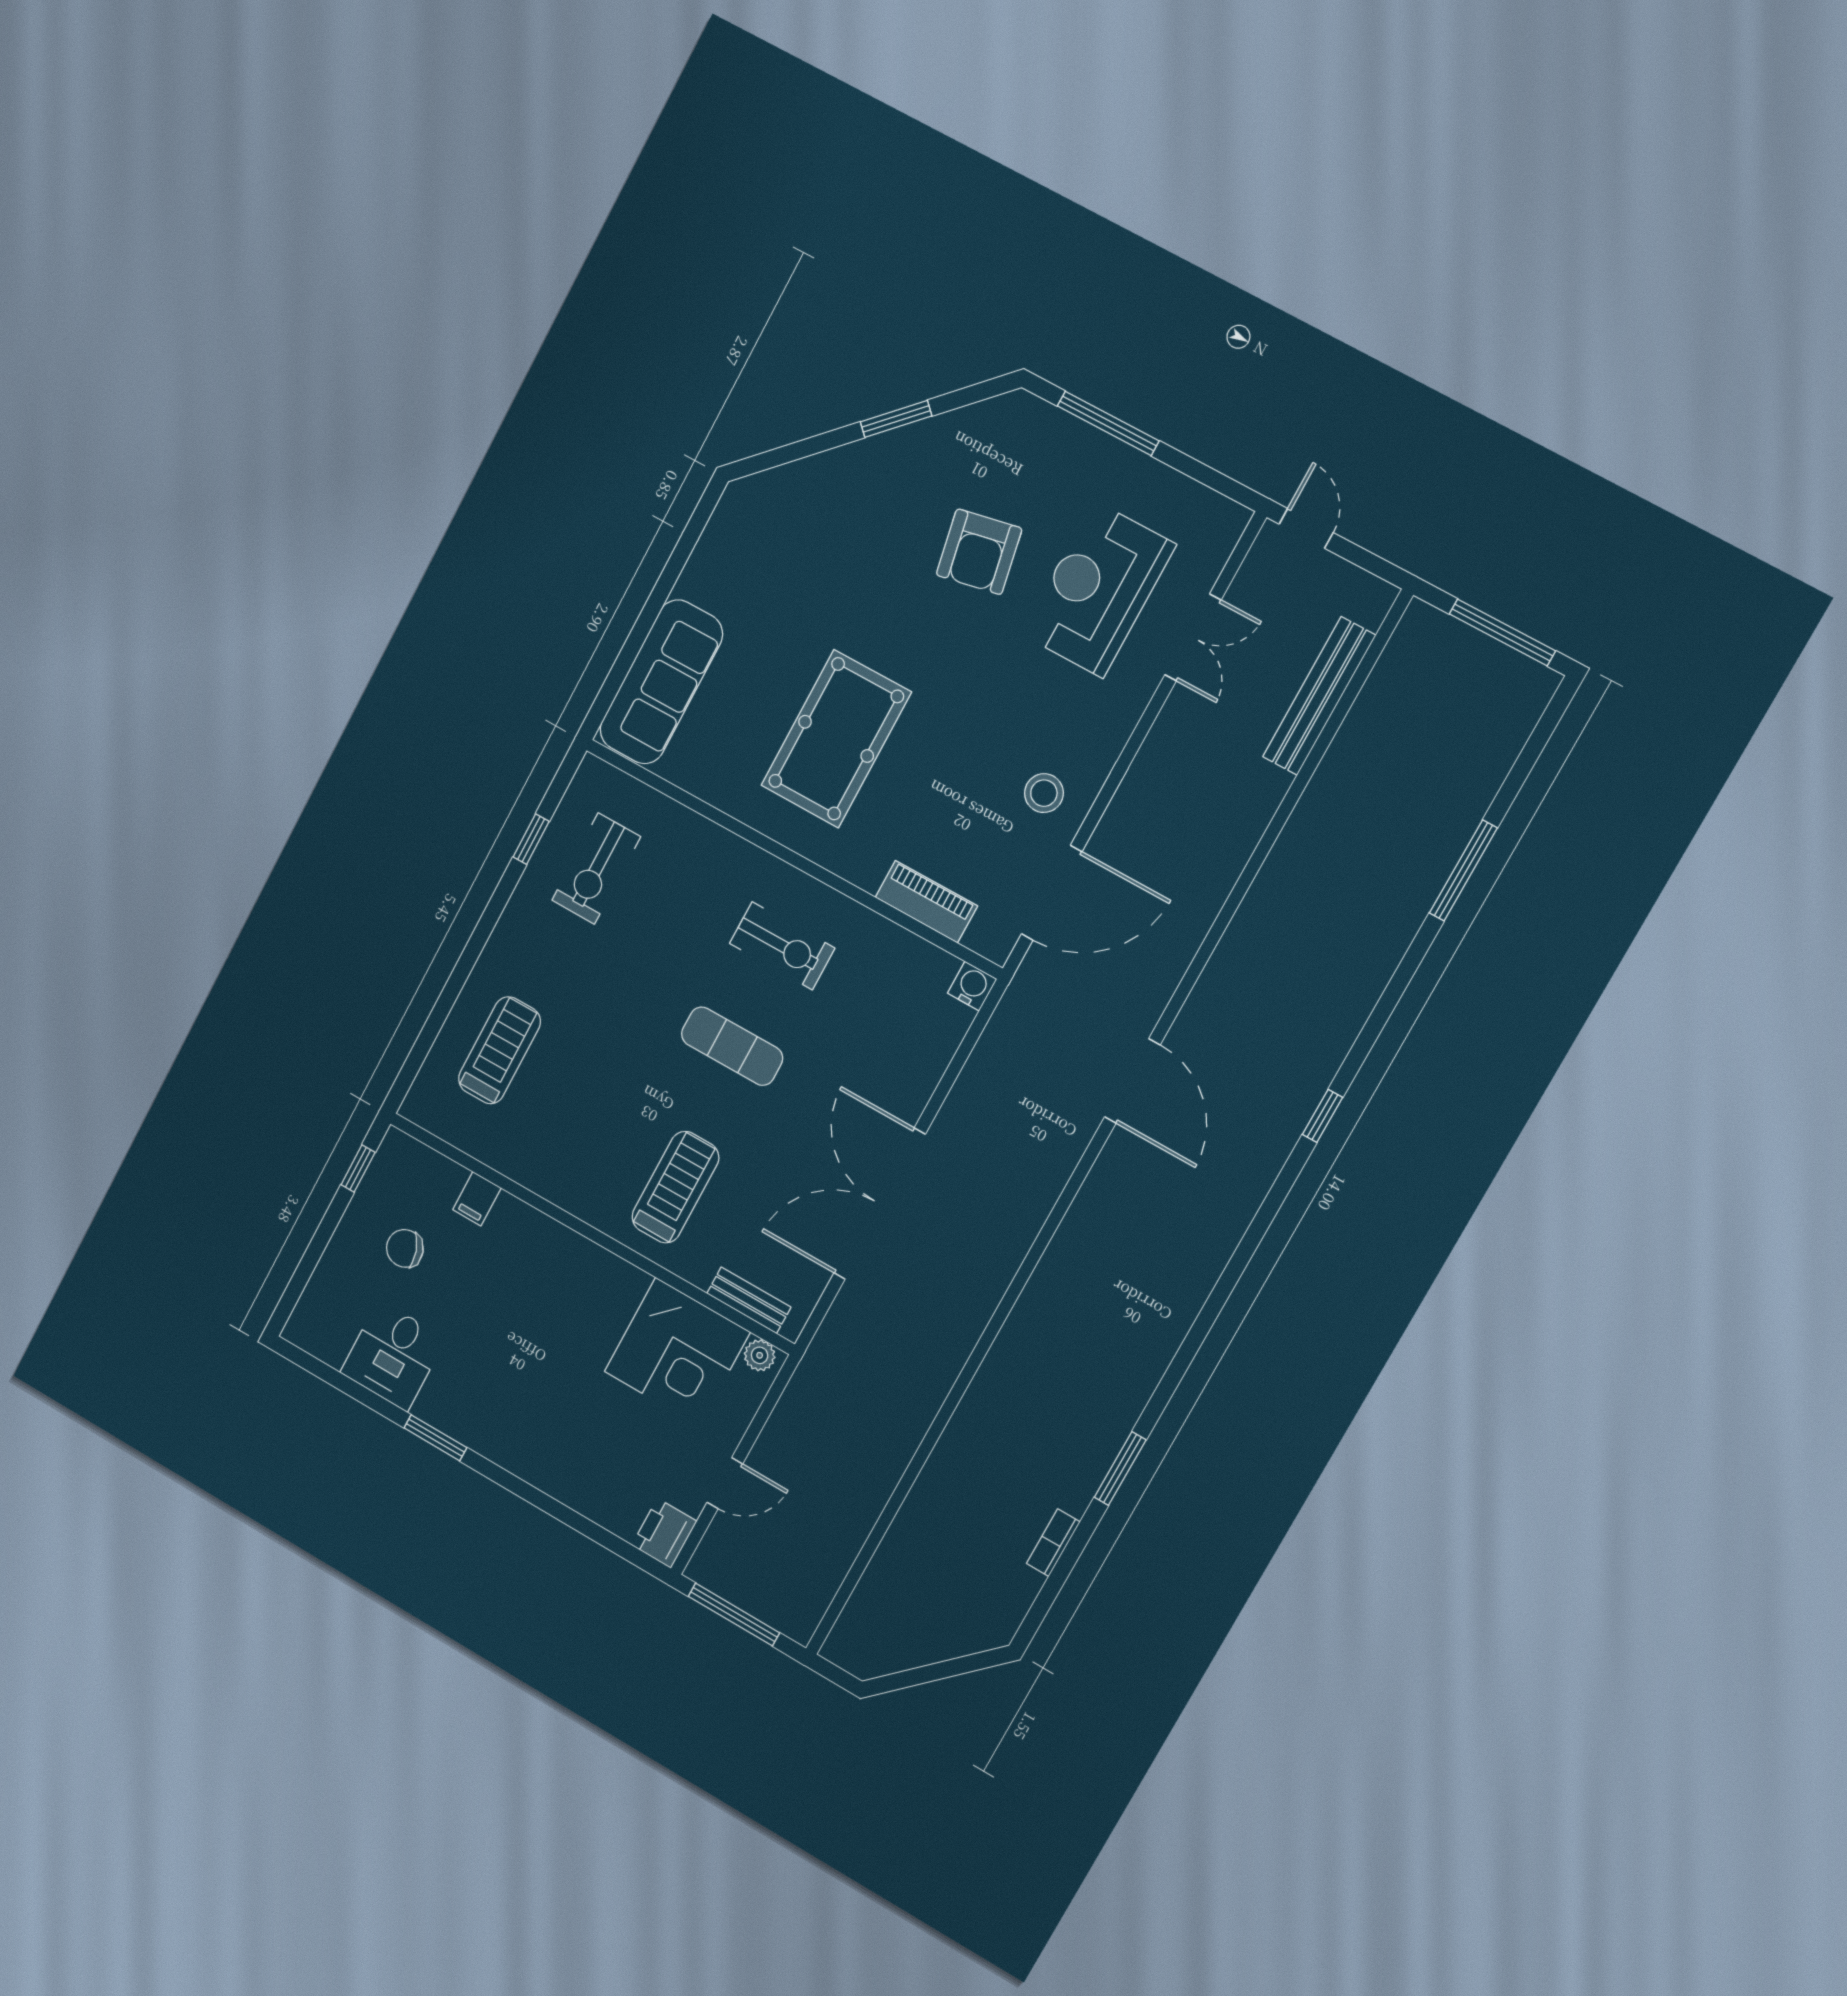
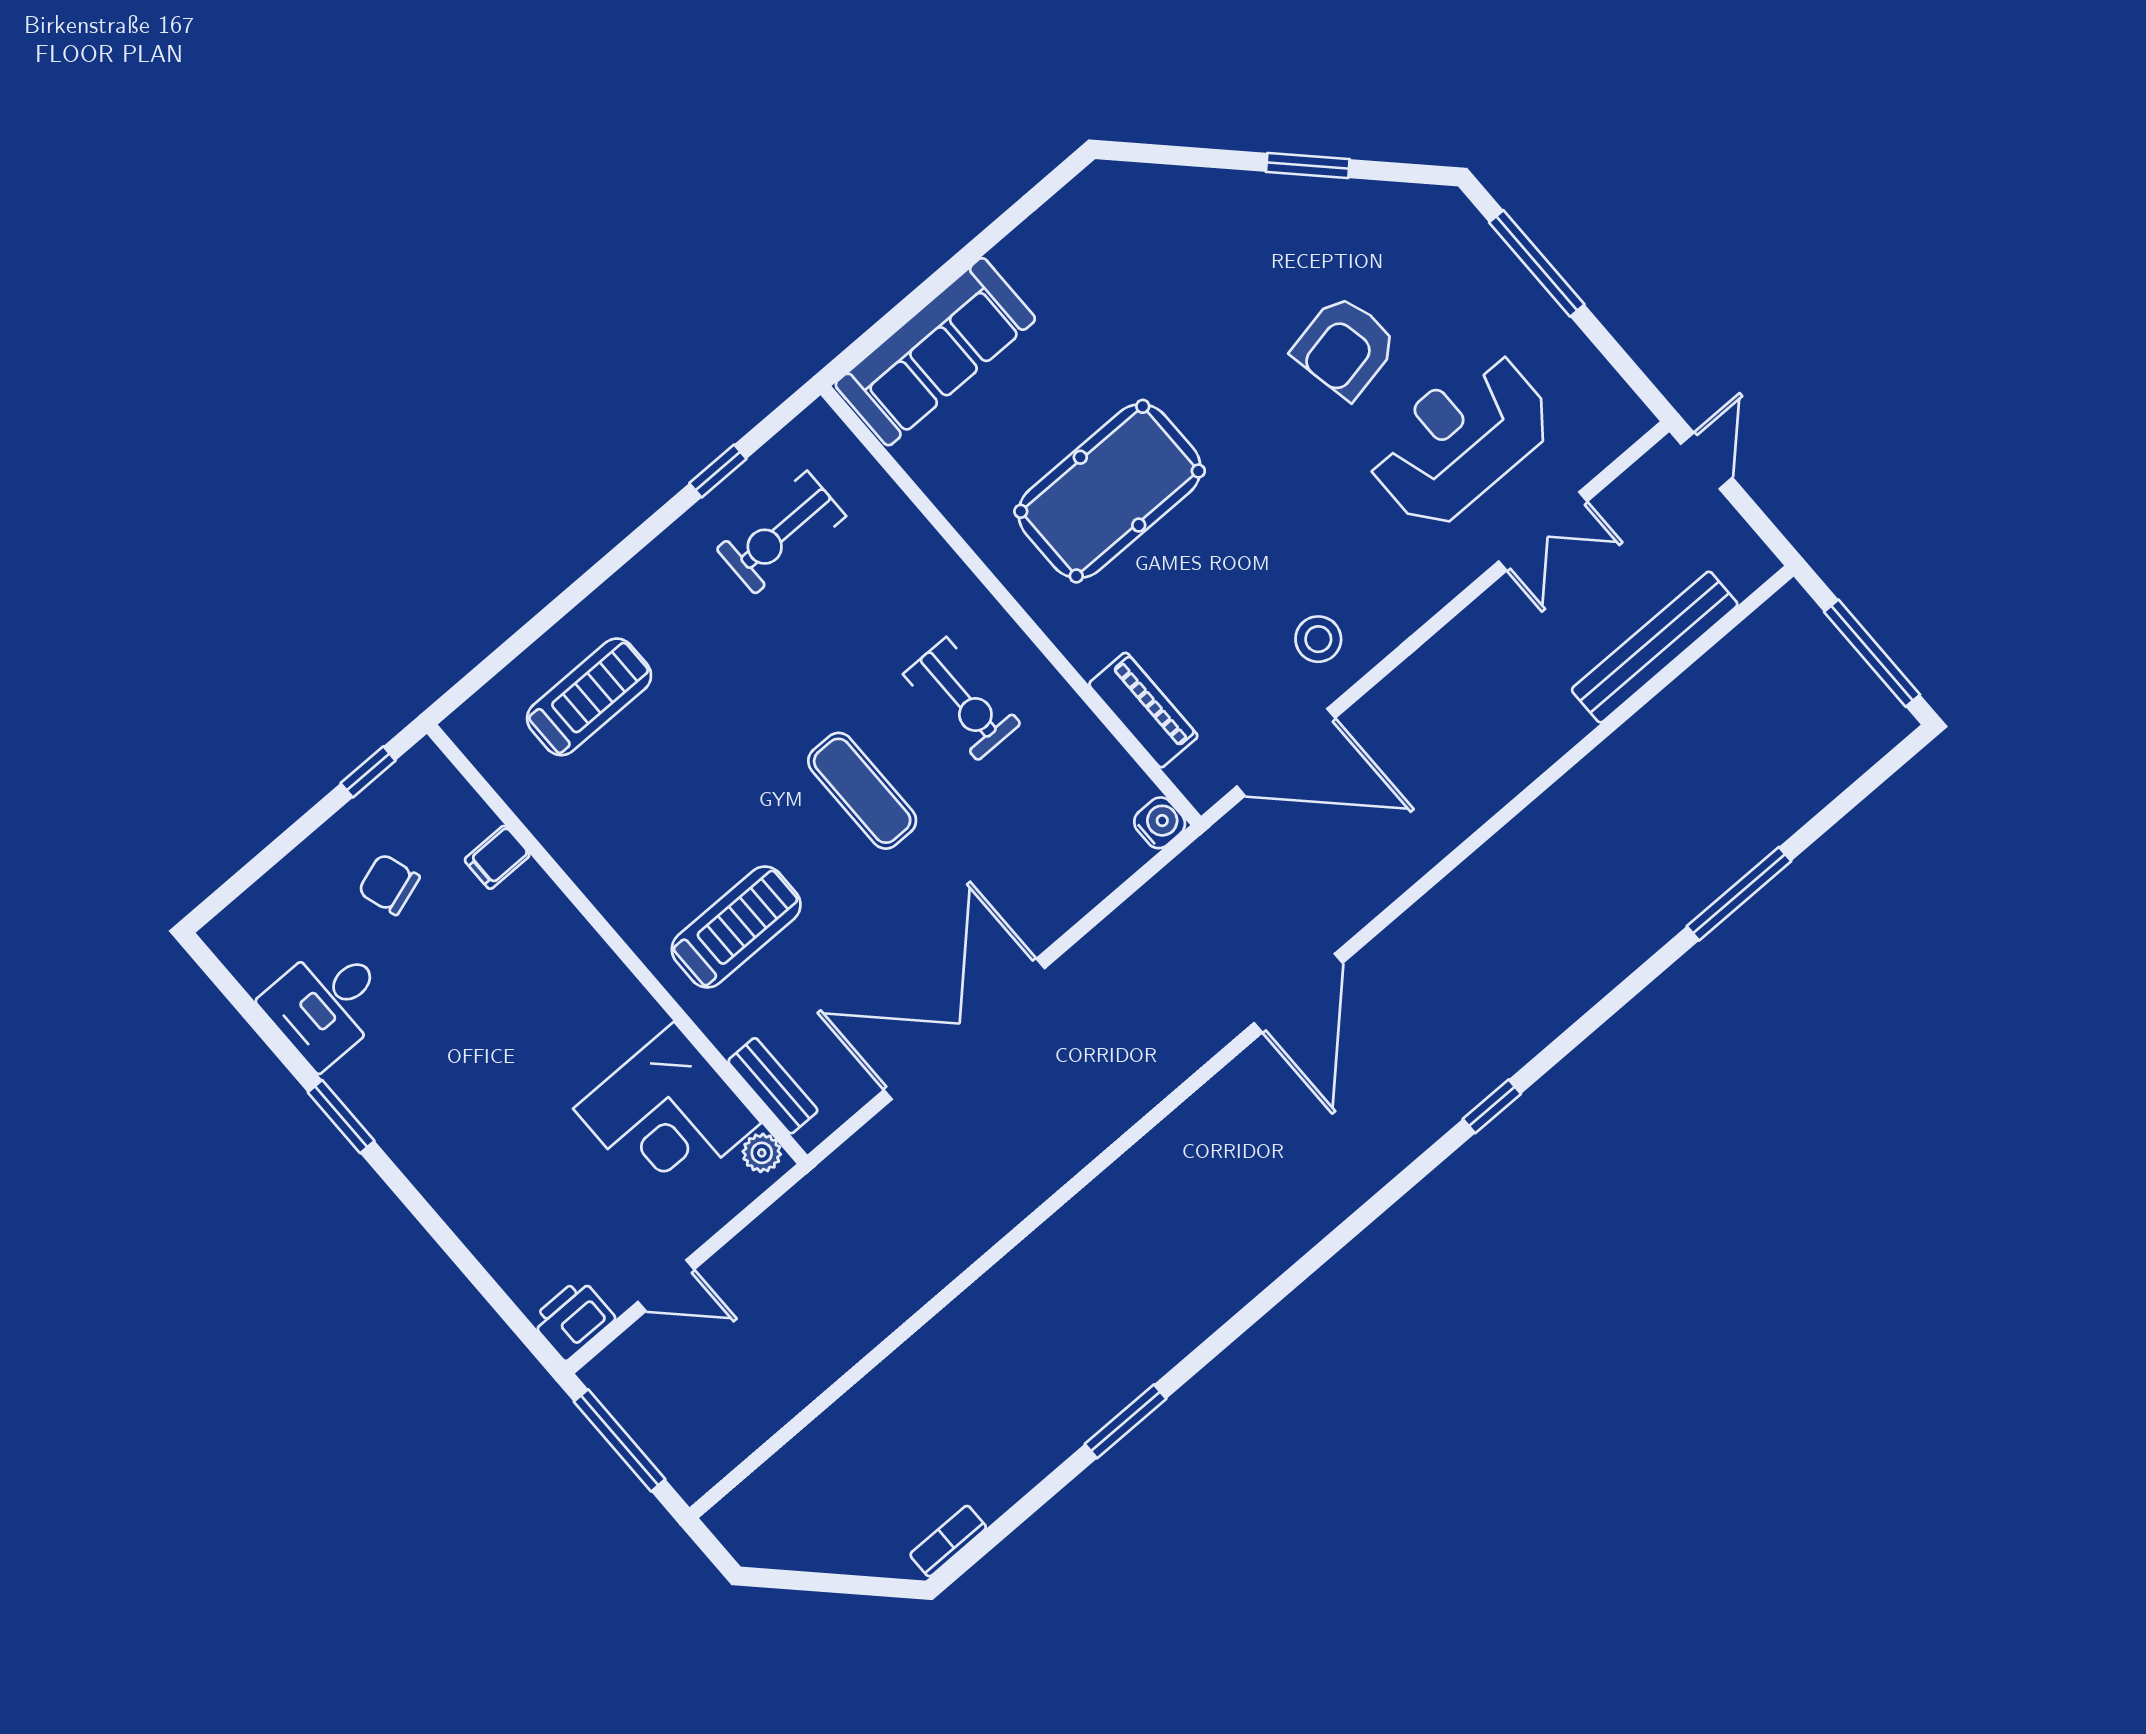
bookcase: (1053, 1543) -> (948, 1541), moved

